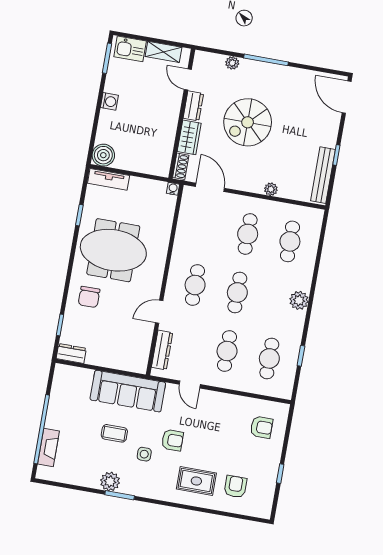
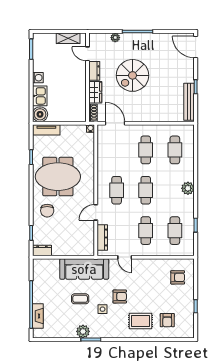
kitchen sink: (130, 49) -> (40, 96), moved, turned -90
plant: (271, 189) -> (156, 117), removed
armchair: (235, 487) -> (167, 320), turned 180

